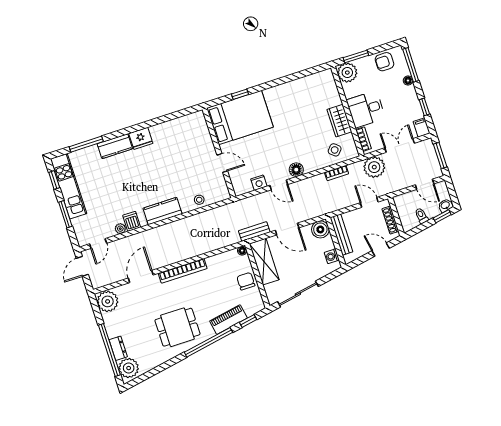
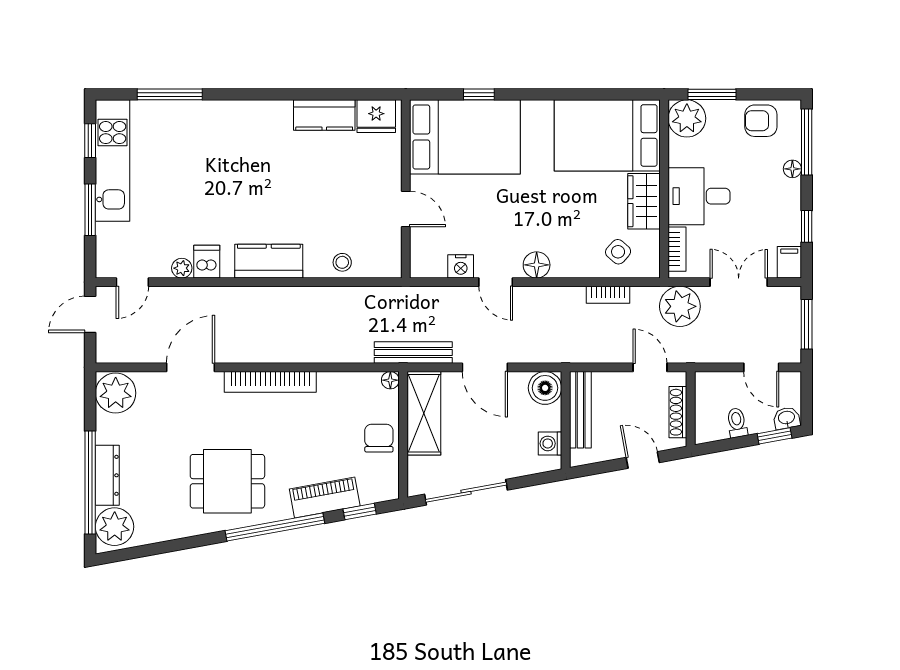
bed: (310, 94) -> (607, 135), added
fridge: (141, 138) -> (376, 116), moved
kitchen counter: (115, 146) -> (324, 115), moved
bench: (254, 231) -> (413, 353), width x1.36
dresser: (118, 348) -> (107, 475), width x1.44

